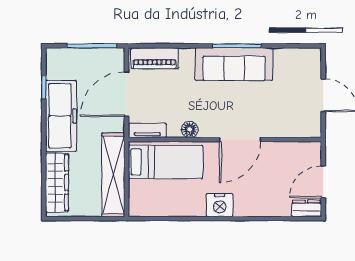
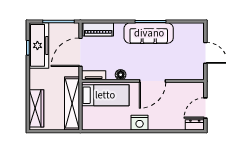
freezer: (61, 116) -> (39, 45), moved

